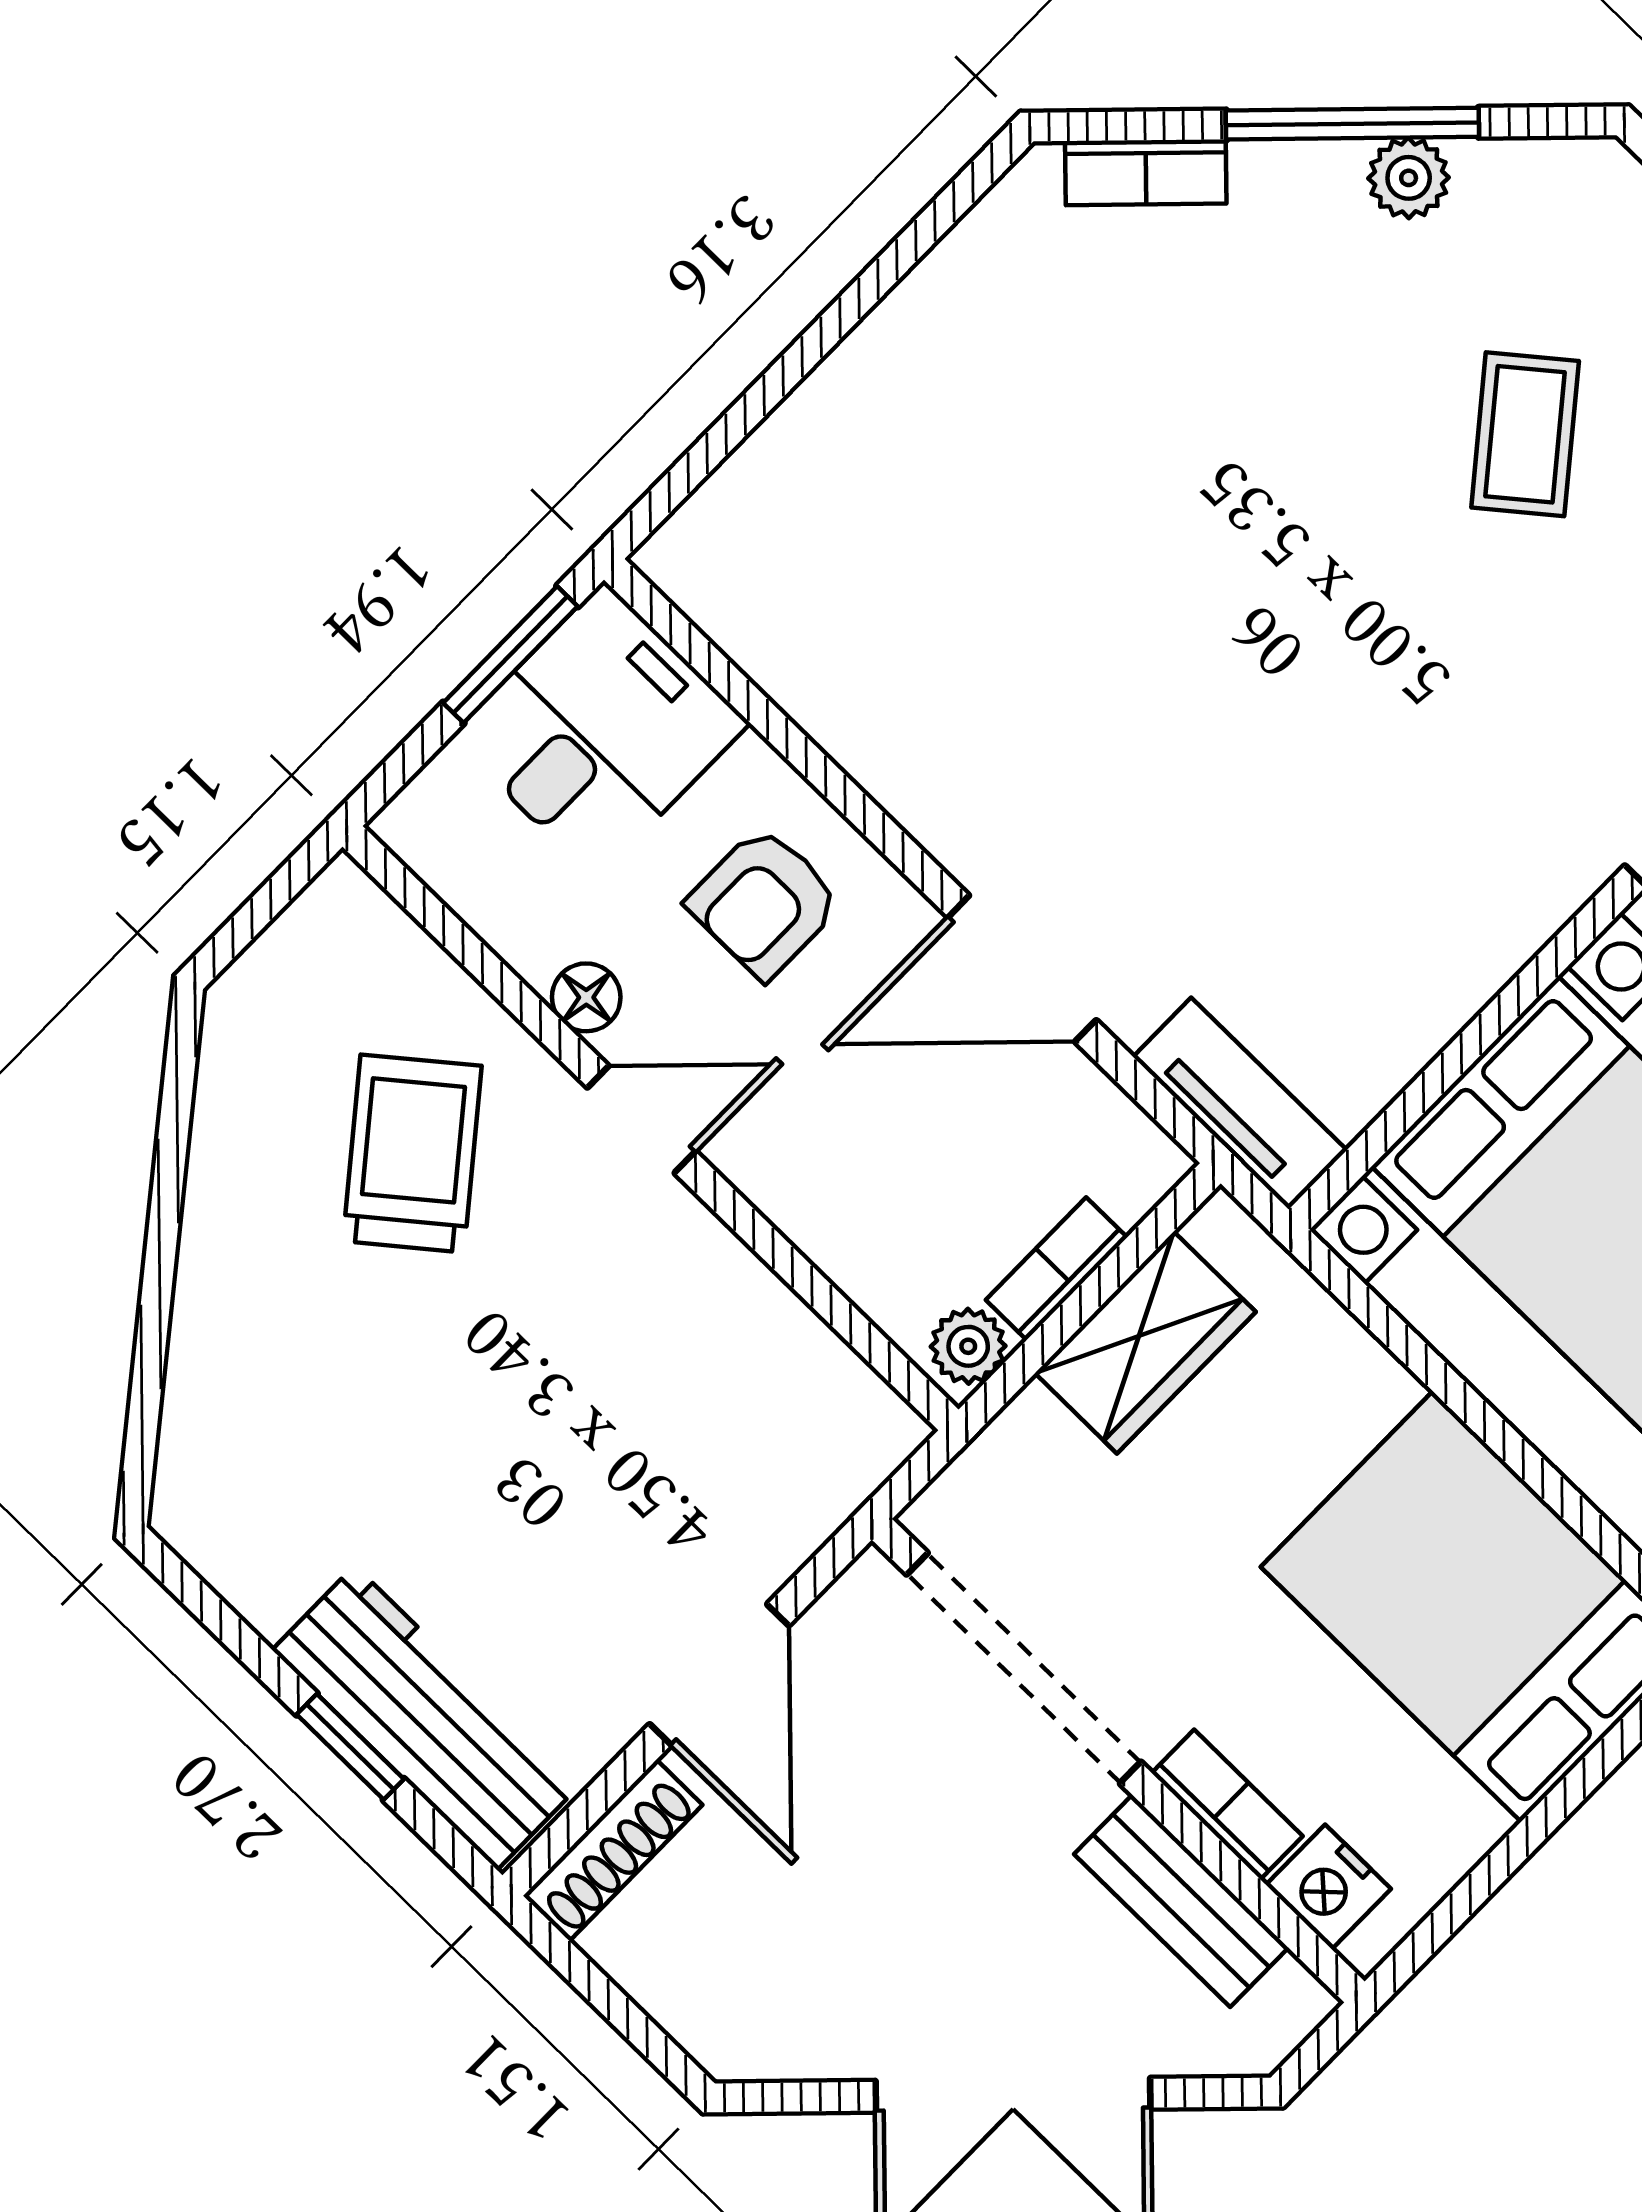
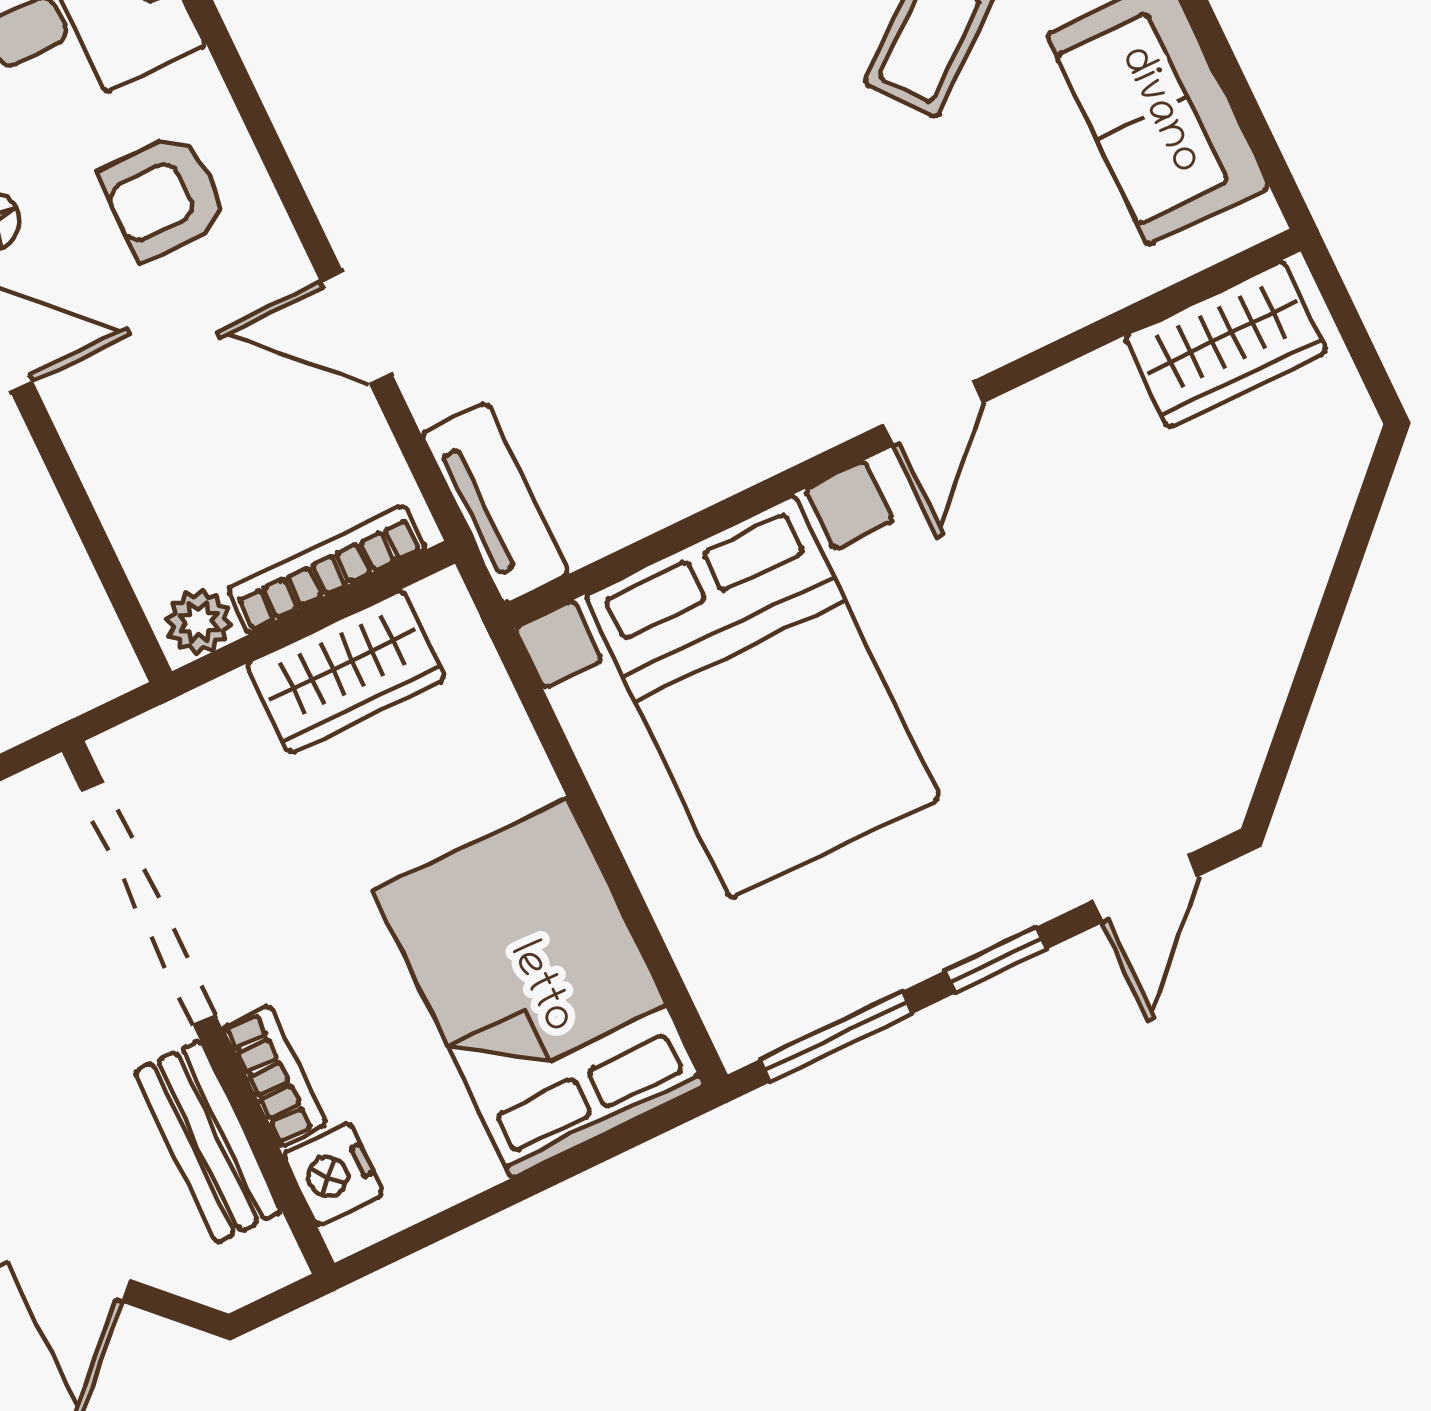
door: (1022, 969) -> (356, 328), width x0.73
bookcase: (1056, 1269) -> (326, 569), width x1.56

